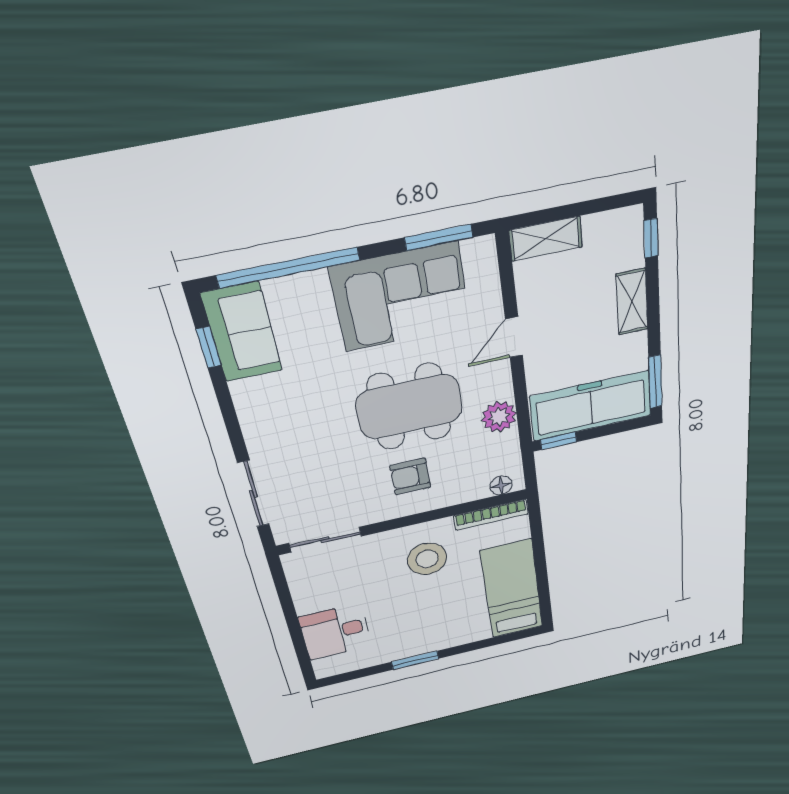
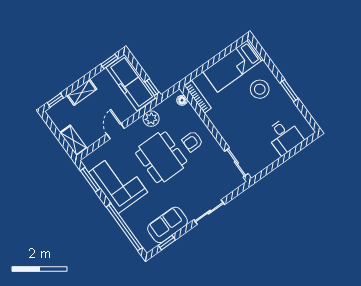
sofa: (242, 332) -> (168, 225), moved
door: (514, 337) -> (116, 131), swing flipped
window: (655, 382) -> (110, 61), width x0.67
armchair: (410, 477) -> (192, 141), turned 90
sliding door: (253, 494) -> (209, 212), moved
stool: (427, 559) -> (260, 89), moved

